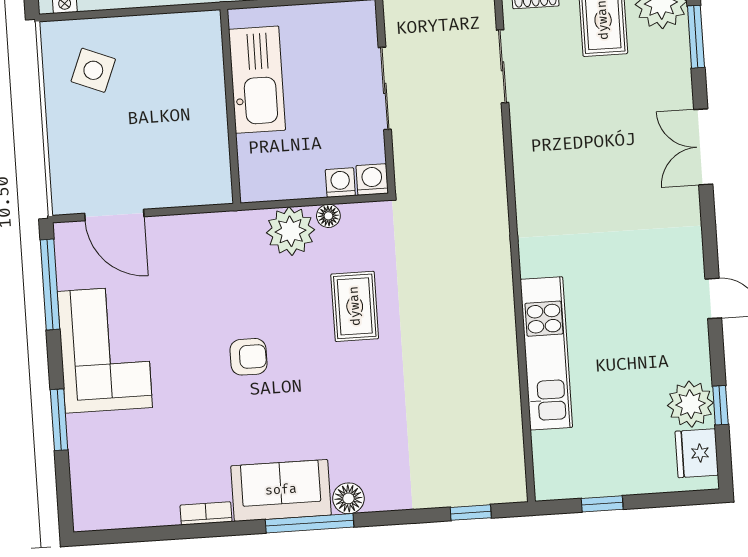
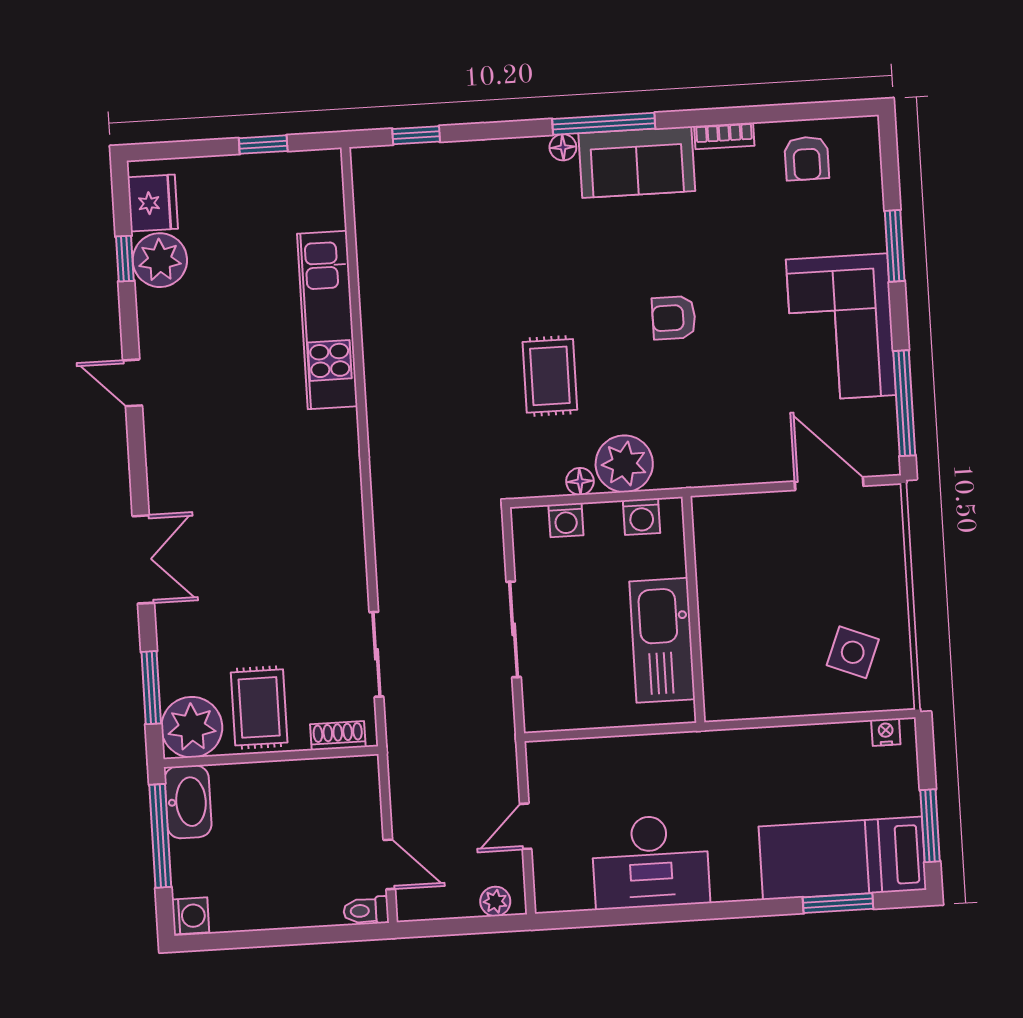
washing machine: (372, 179) -> (642, 517), moved
armchair: (135, 494) -> (807, 158), added
floor lamp: (348, 498) -> (563, 147), width x0.73, depth x0.73

